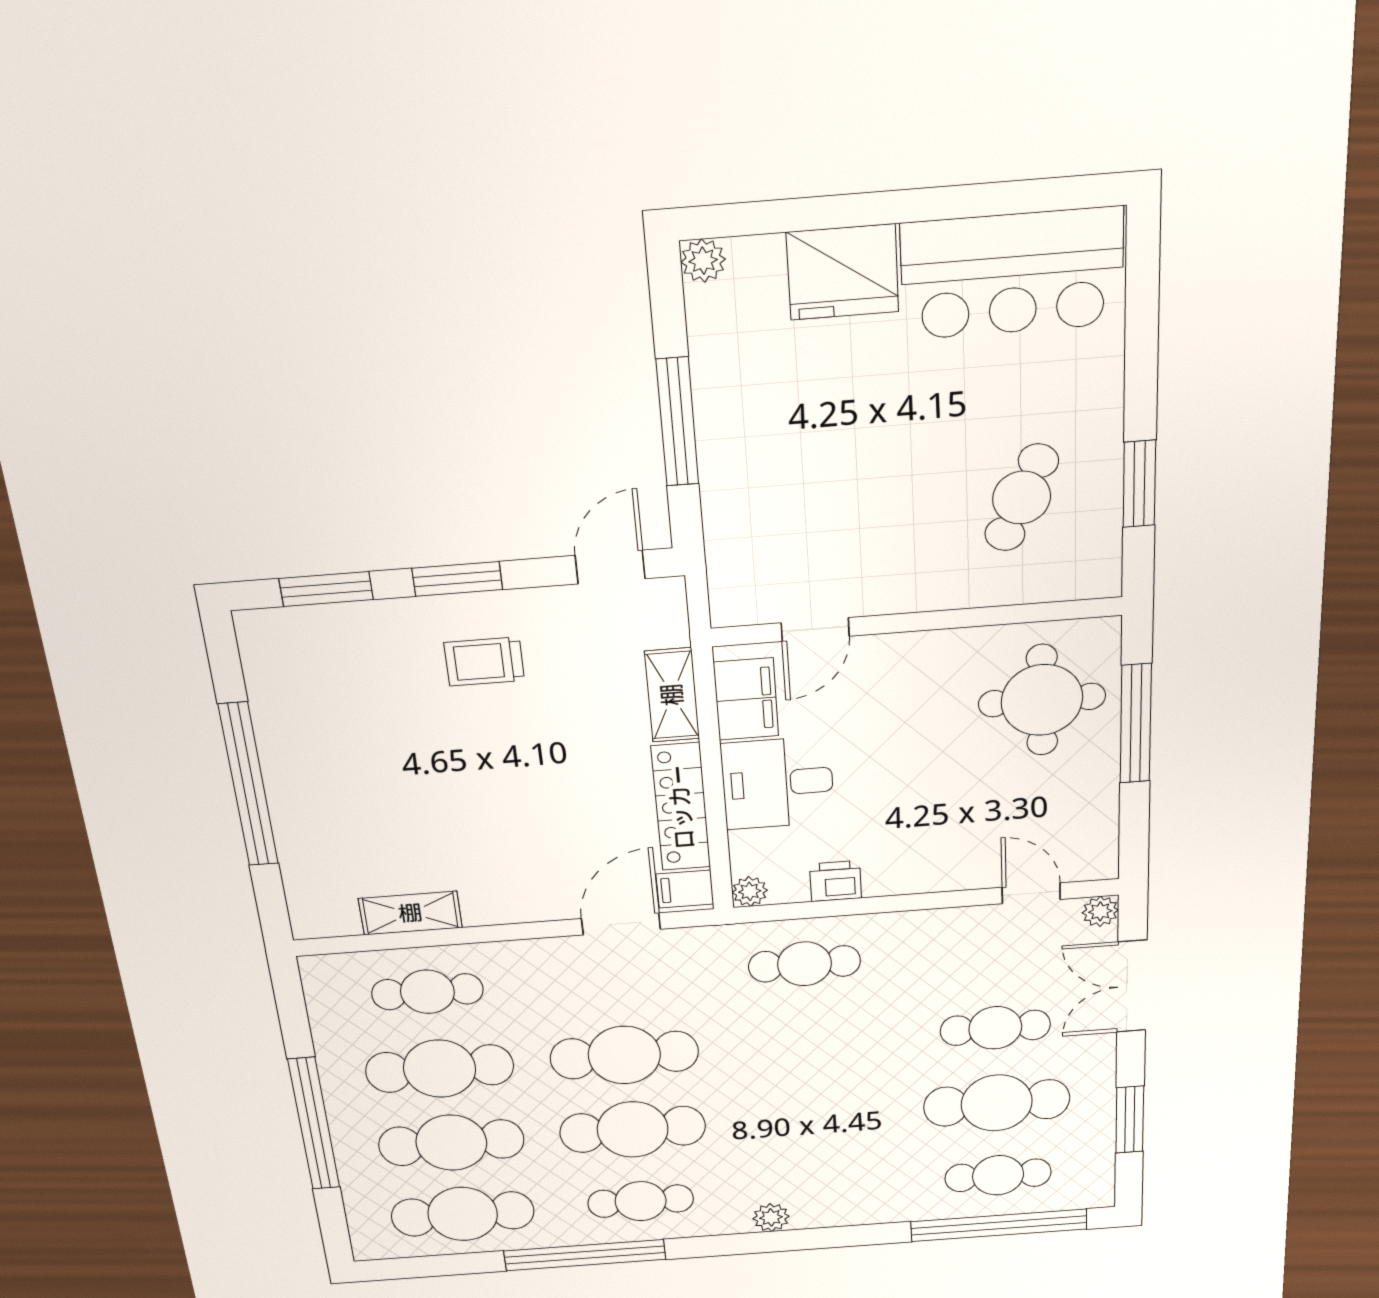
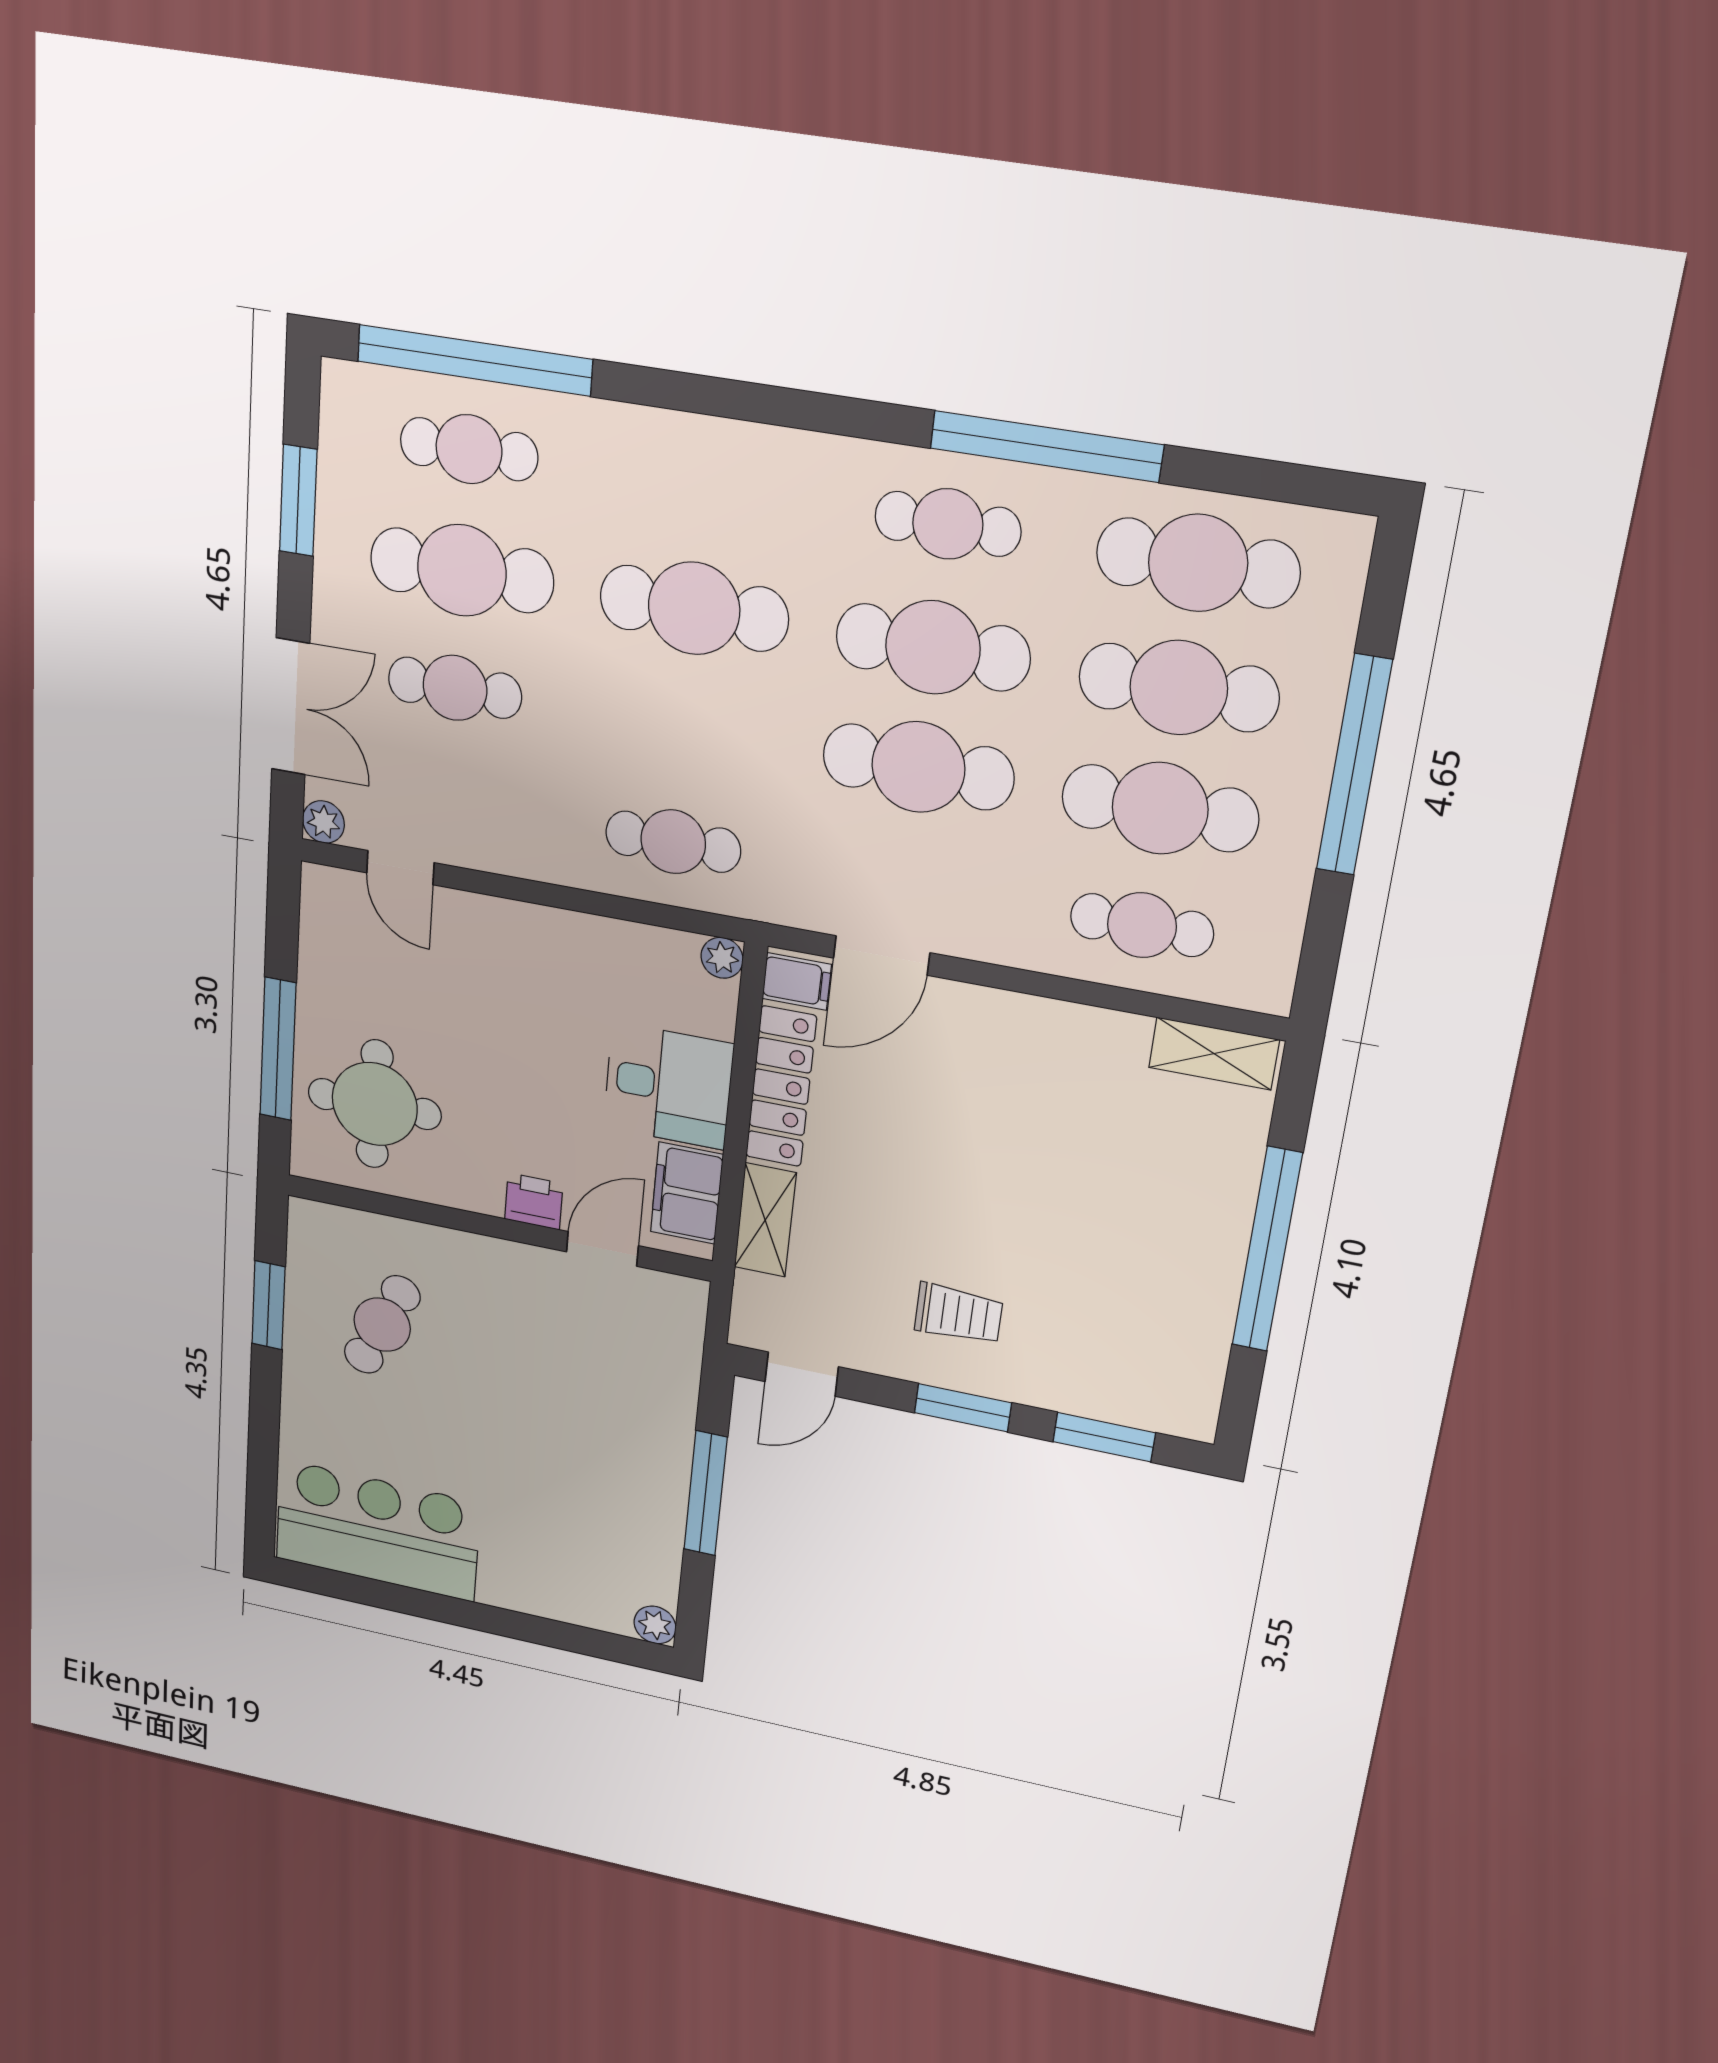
fridge: (843, 272) -> (530, 1577), removed
printer: (836, 881) -> (534, 1201), moved, turned 180
shelving: (410, 913) -> (1214, 1054), moved
cafe table: (814, 1116) -> (694, 608), added
plant: (771, 1217) -> (777, 451), removed

